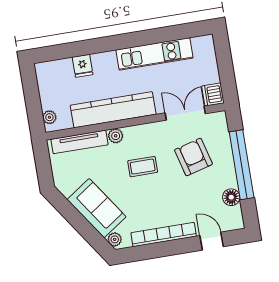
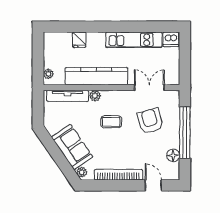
dishwasher: (213, 94) -> (171, 39), moved, turned -90

